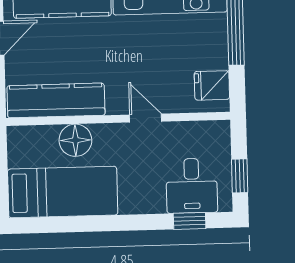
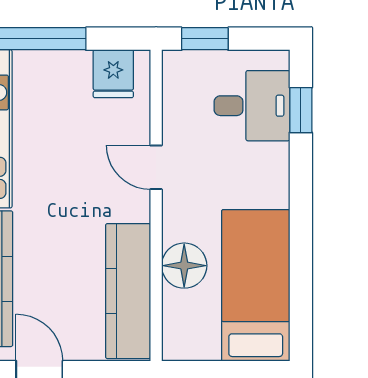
door: (146, 118) -> (156, 167), hinge flipped
window: (240, 176) -> (205, 39), moved

